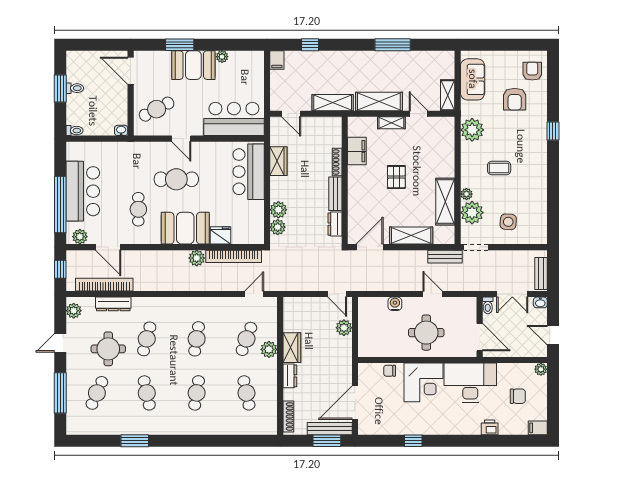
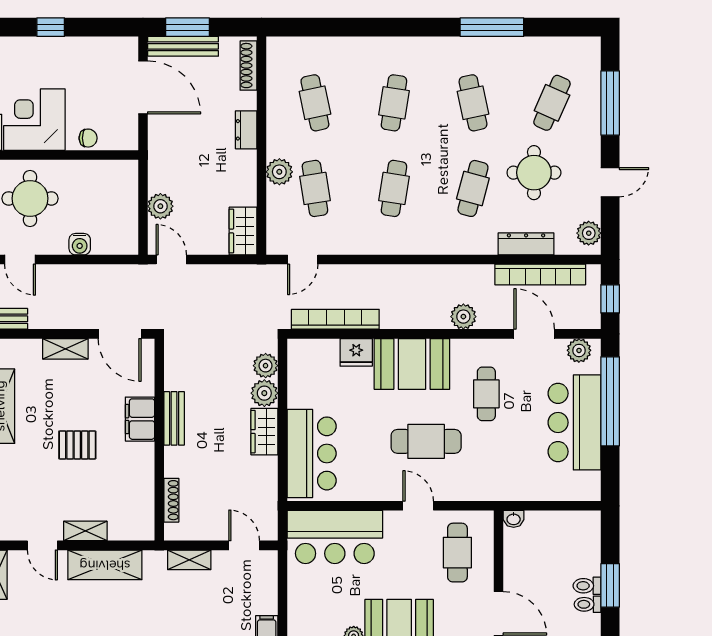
shelving: (333, 103) -> (189, 560), width x0.67, depth x0.75
cafe table: (157, 109) -> (457, 553), turned -62
toilet: (74, 131) -> (588, 604), moved
filing cabinet: (357, 151) -> (140, 419), moved
wardrobe: (278, 161) -> (264, 432), moved
shoe rack: (337, 162) -> (171, 500), moved
pallet: (396, 177) -> (77, 445), turned 90
dresser: (335, 224) -> (175, 370), removed
shelving: (411, 236) -> (65, 349), width x0.67, depth x0.75
door: (370, 247) -> (120, 334), hinge flipped
plant: (197, 258) -> (463, 317), moved
cafe table: (246, 339) -> (315, 188), turned -30
wardrobe: (292, 348) -> (243, 231), moved
door: (355, 403) -> (143, 87), hinge flipped
window: (135, 441) -> (492, 27), width x1.44

